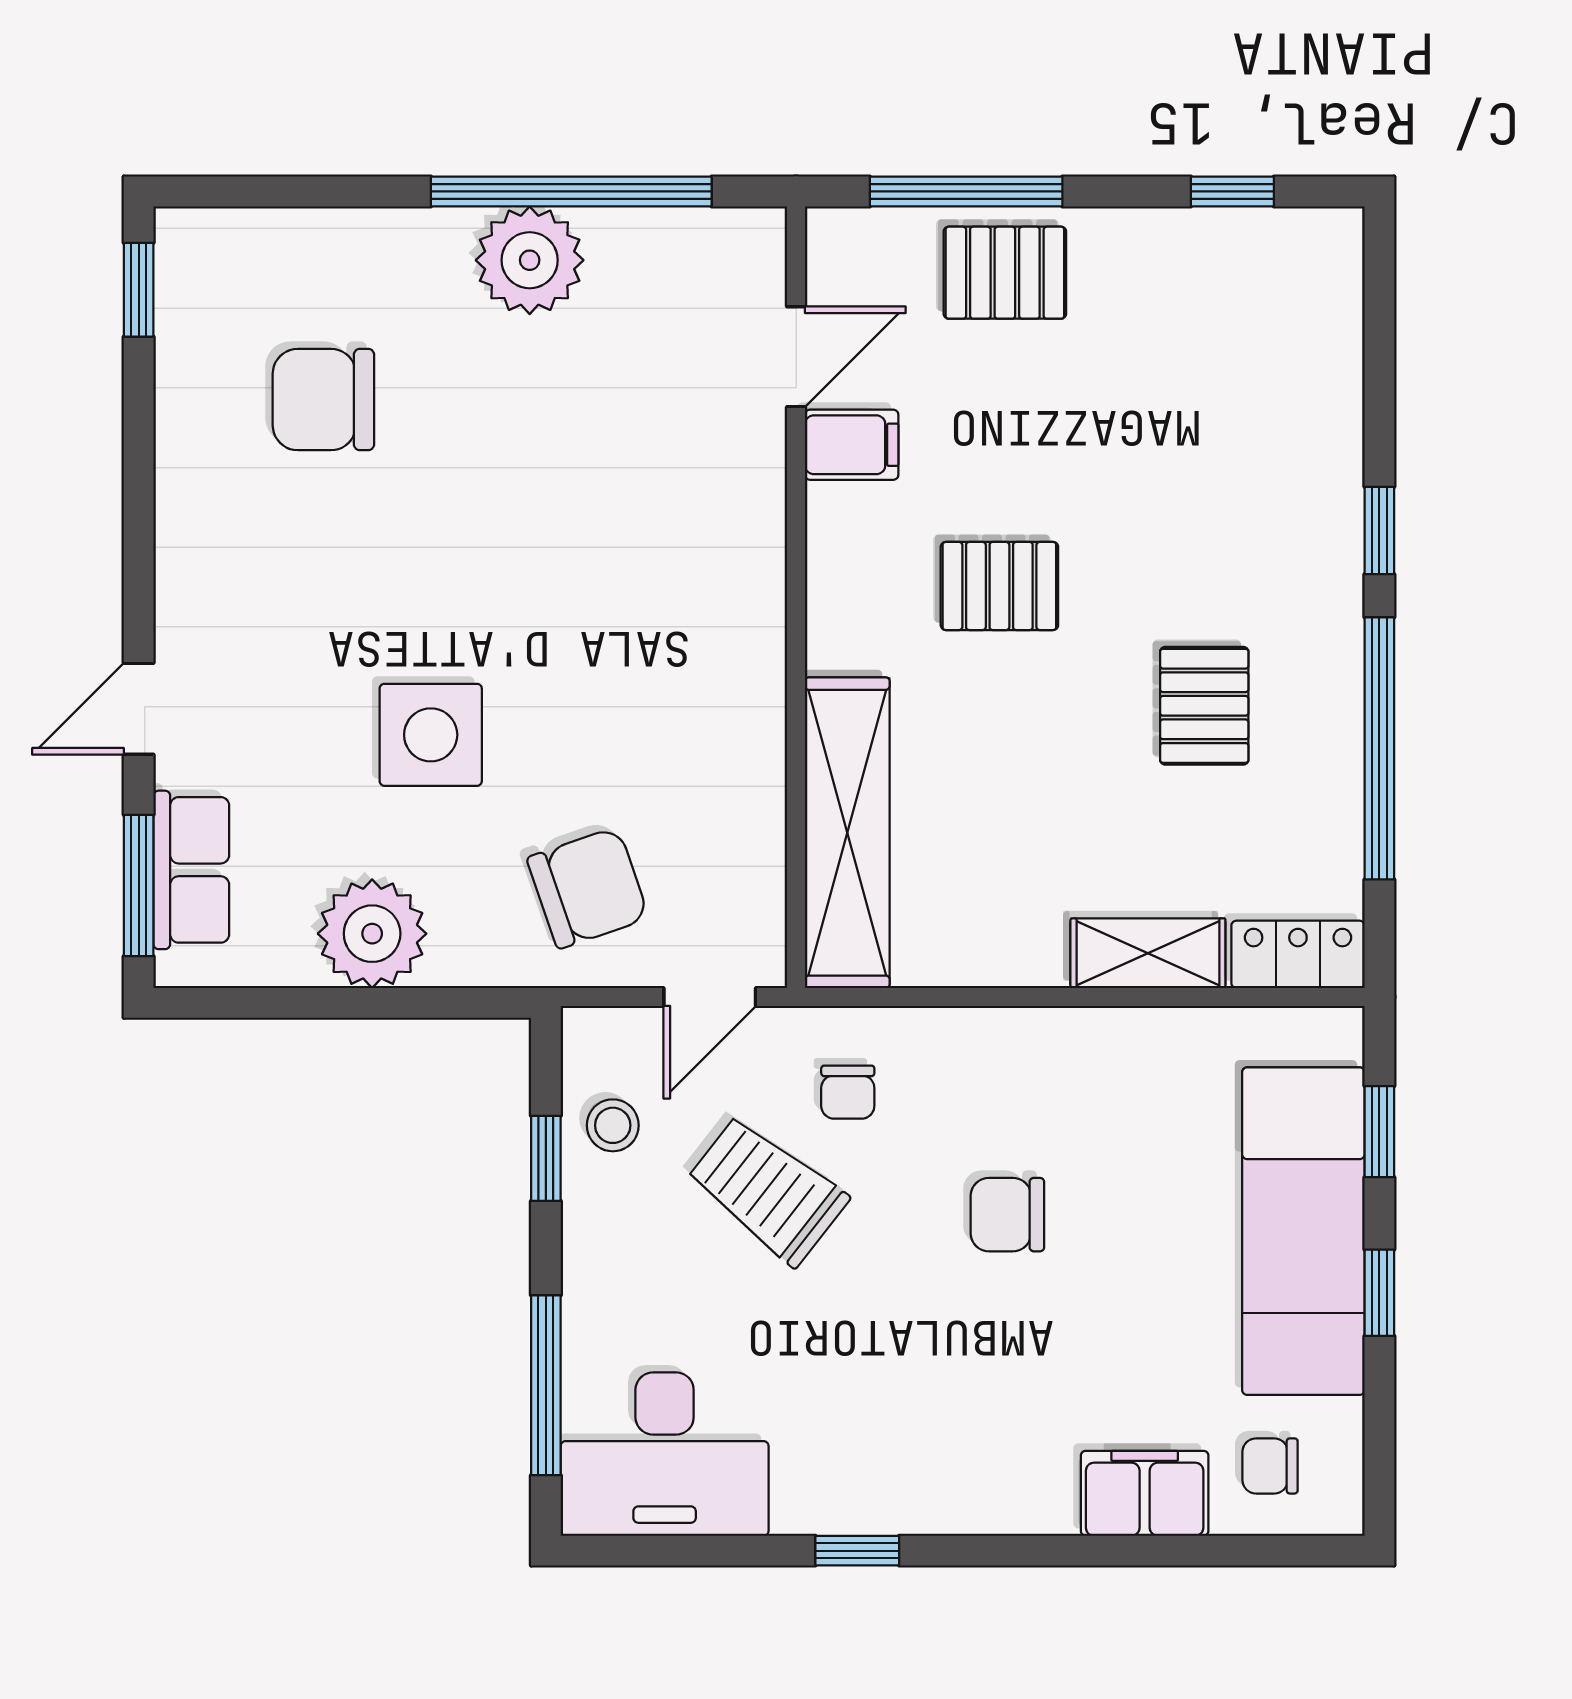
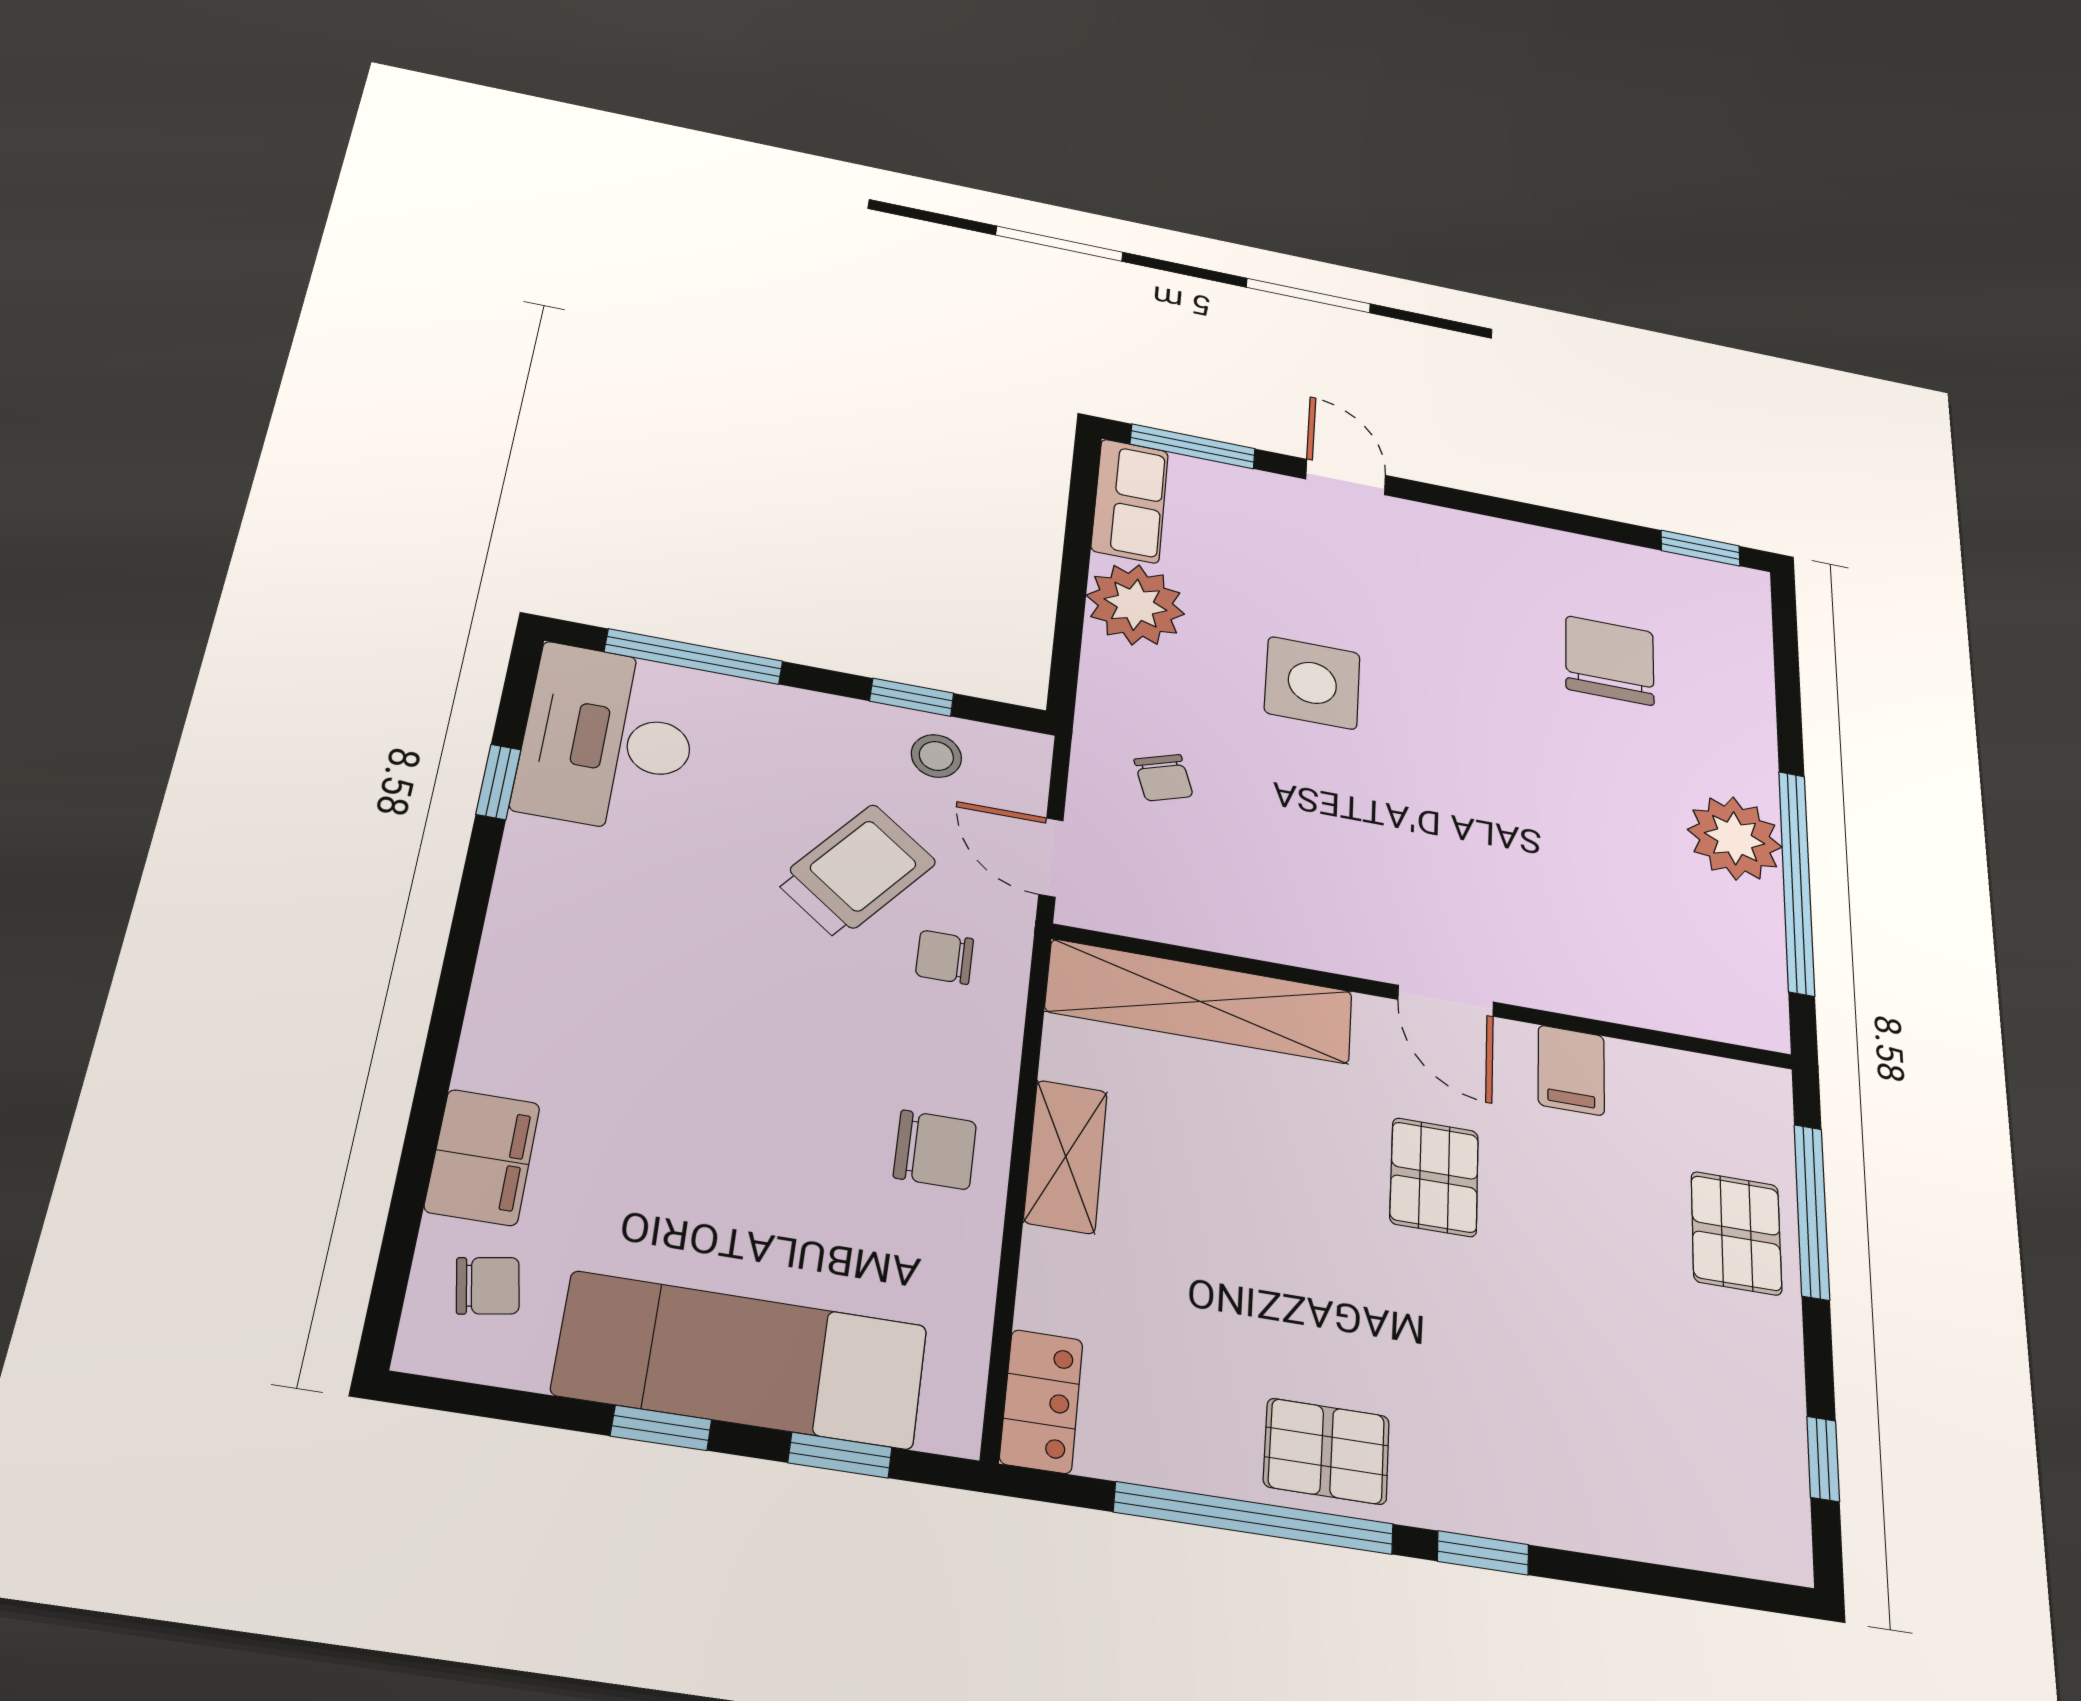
door: (796, 357) -> (1446, 1001), moved
pallet: (1204, 706) -> (1327, 1451), moved
row of seats: (191, 870) -> (1130, 501), moved, turned -90
chair: (588, 888) -> (1163, 778), width x0.54, depth x0.54
shelving: (1148, 953) -> (1066, 1156), moved
chair: (1007, 1215) -> (935, 1150), moved, turned 90
chair: (1270, 1466) -> (488, 1286), turned 80
window: (857, 1551) -> (498, 782), moved

